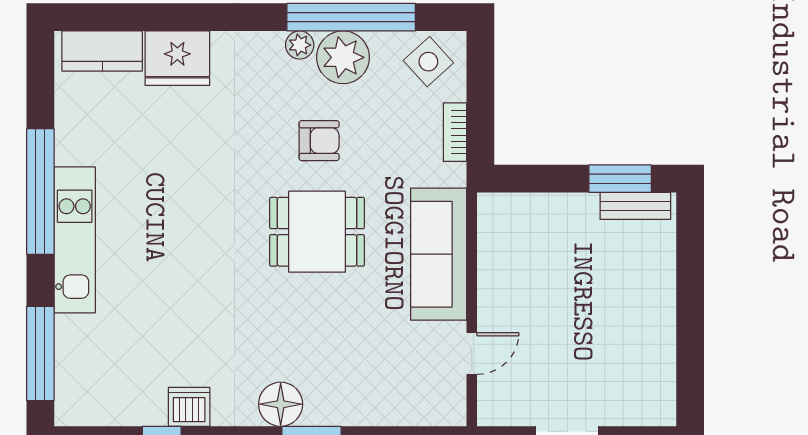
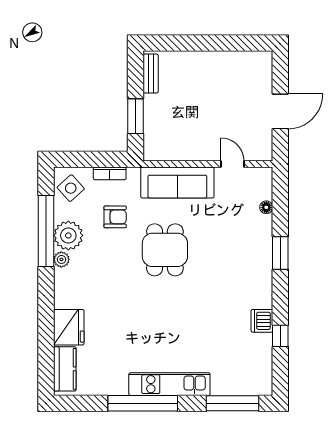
armchair: (319, 141) -> (115, 217), moved, turned 90
window: (620, 179) -> (136, 116), moved
floor lamp: (281, 404) -> (266, 207), moved, width x0.53, depth x0.53

